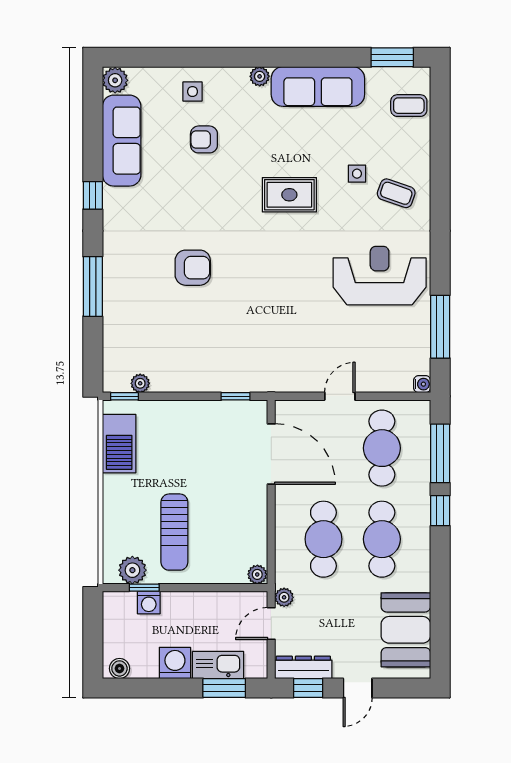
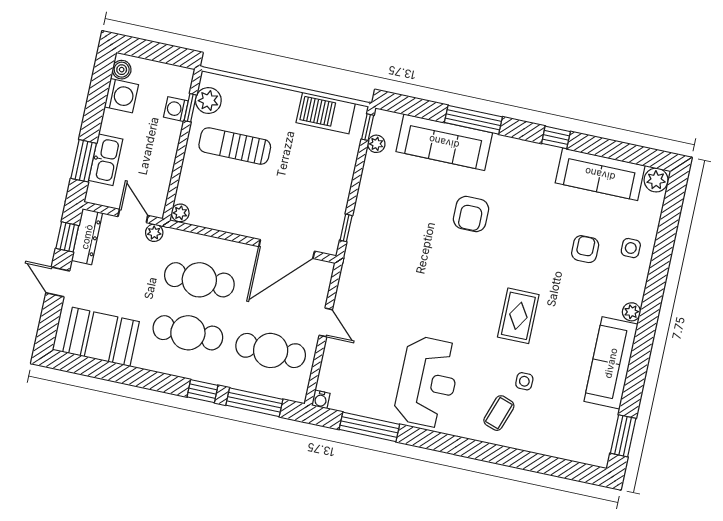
coffee table: (409, 106) -> (576, 442), removed
sofa: (123, 312) -> (444, 142), added
washing machine: (175, 663) -> (121, 96), moved

